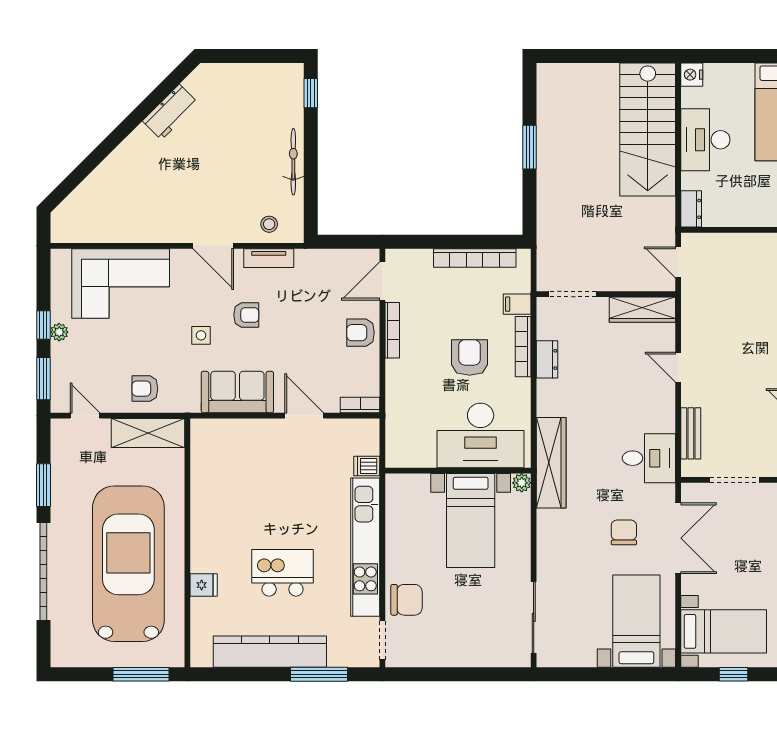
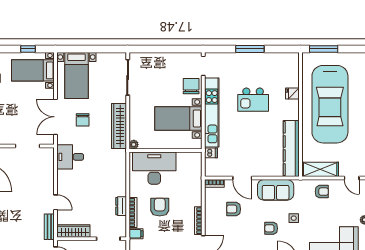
armchair: (361, 333) -> (234, 209), moved, turned 180
armchair: (470, 357) -> (160, 207), turned 180
bench: (691, 433) -> (49, 227), moved
wardrobe: (551, 463) -> (119, 126), moved
bed with nightstands: (471, 521) -> (178, 118), moved, turned -90
chair: (407, 600) -> (191, 86), turned 90
kitchen counter: (270, 652) -> (291, 148), moved, turned 90
window: (319, 674) -> (250, 49), moved

